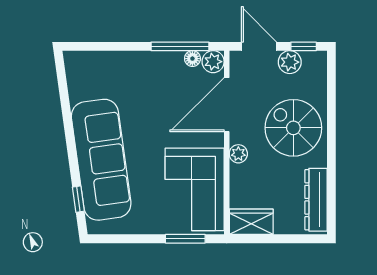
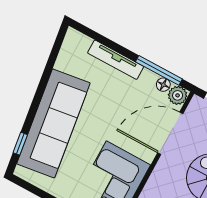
tv unit: (130, 60) -> (116, 60), added
plant: (238, 154) -> (159, 175), removed

